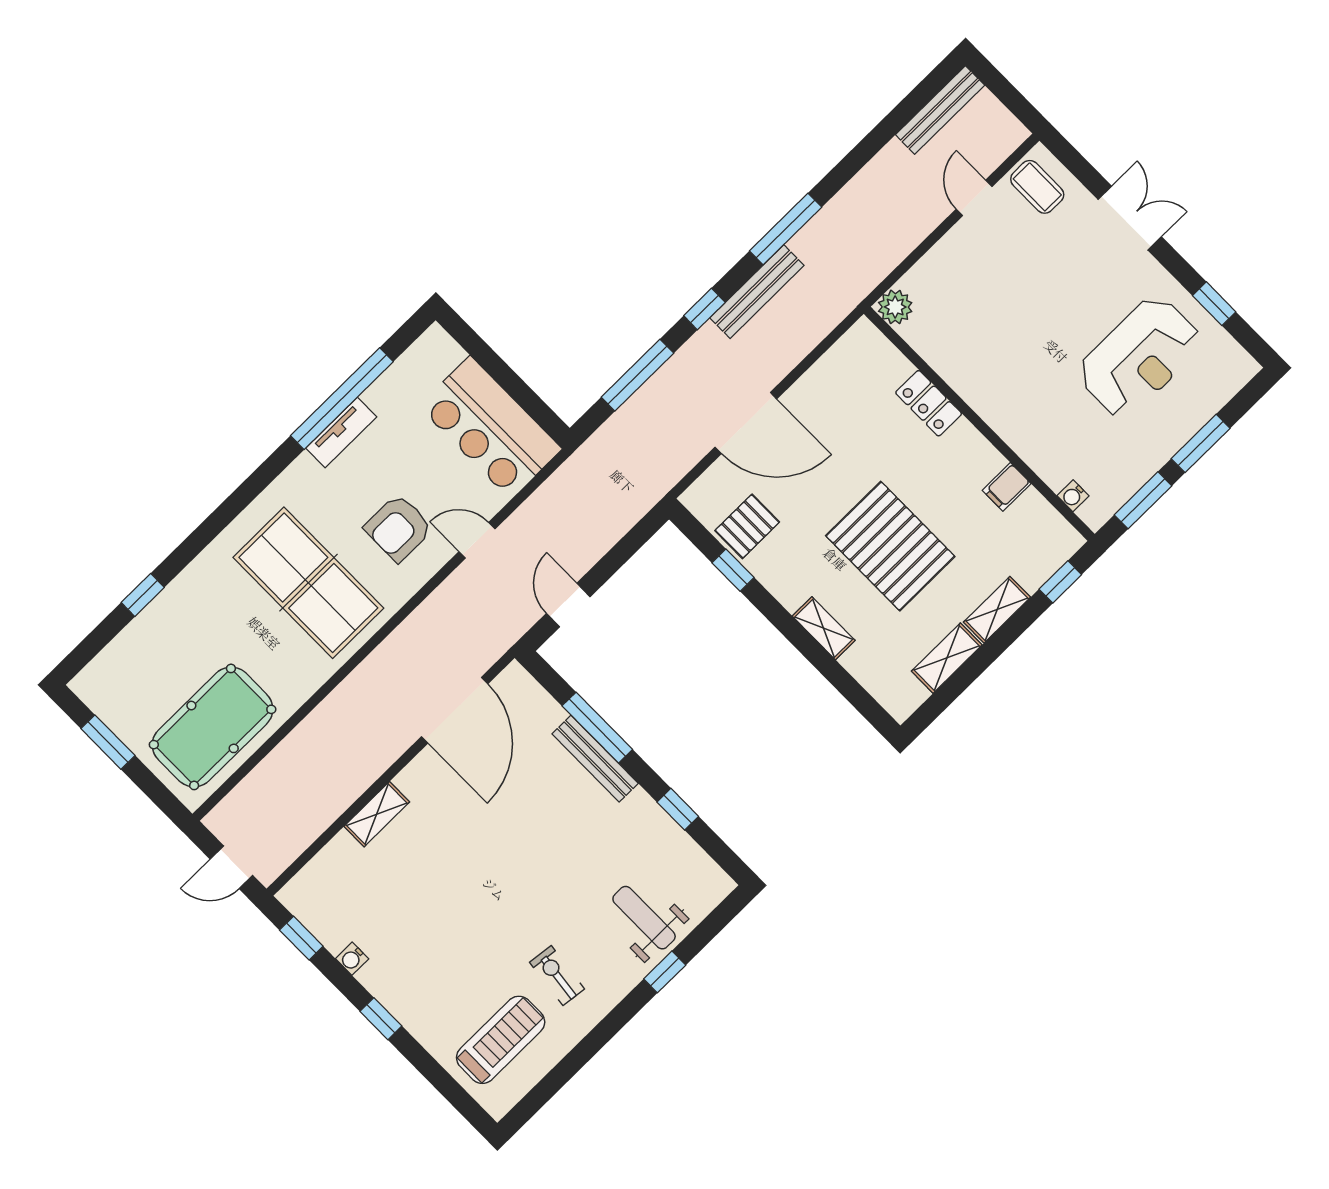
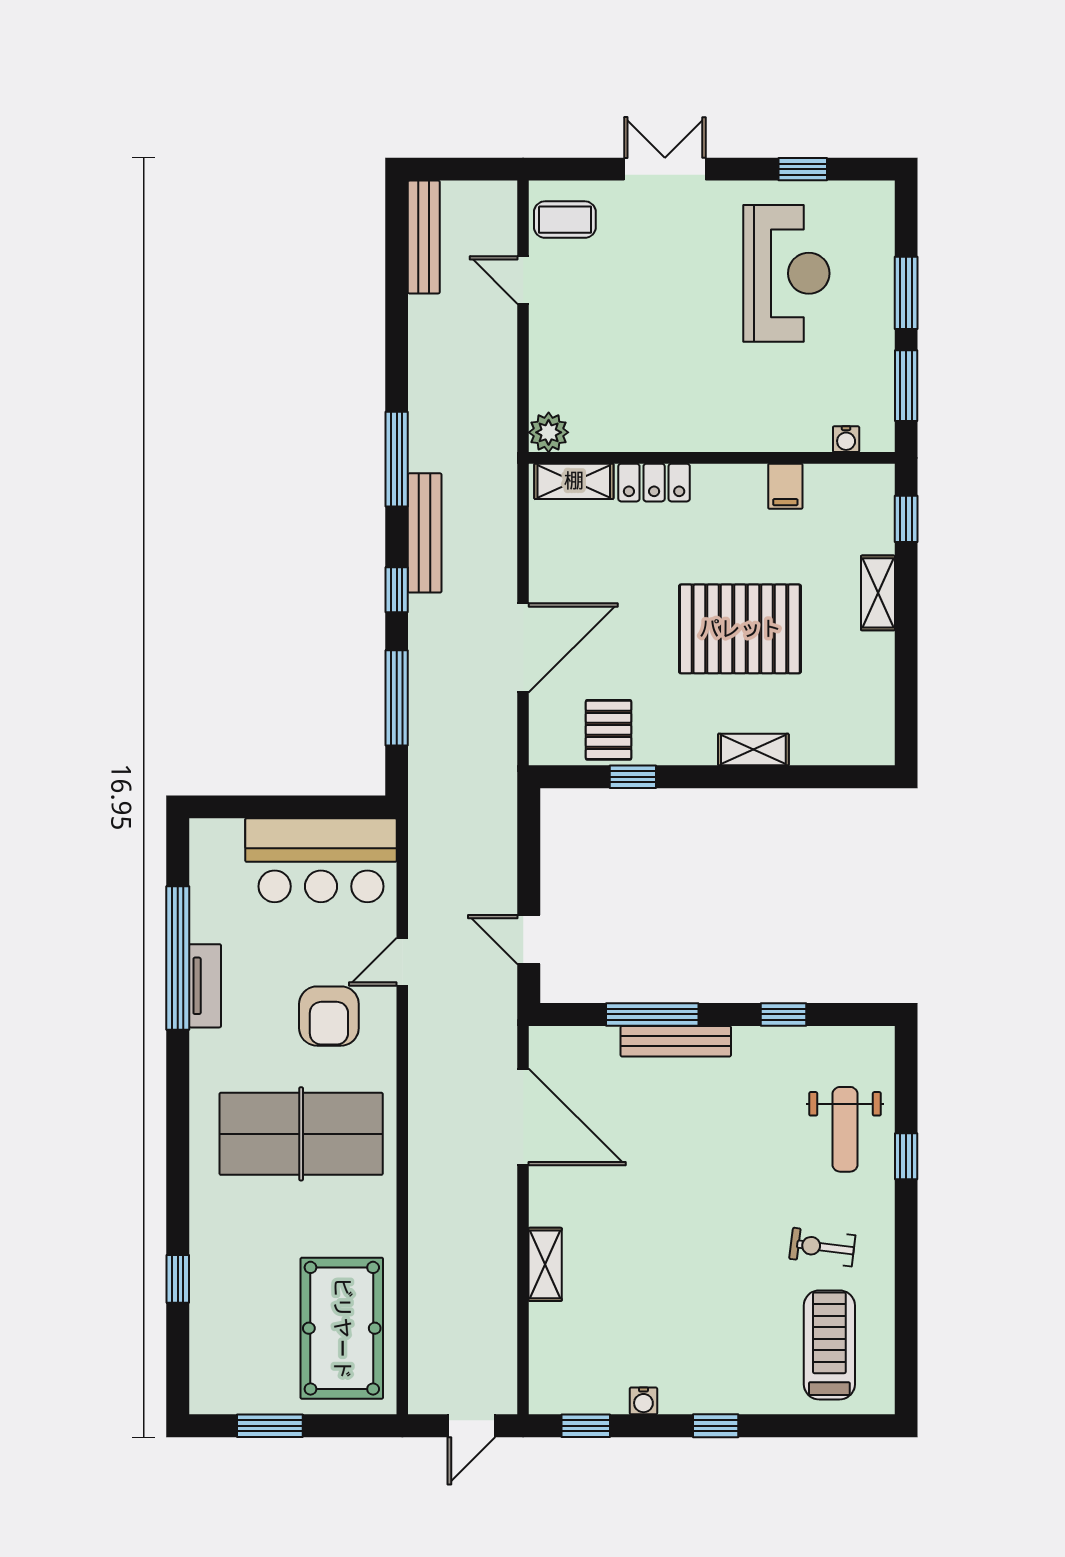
shelving: (947, 658) -> (574, 481), moved, turned 90
weight bench: (644, 918) -> (845, 1129), turned -90

